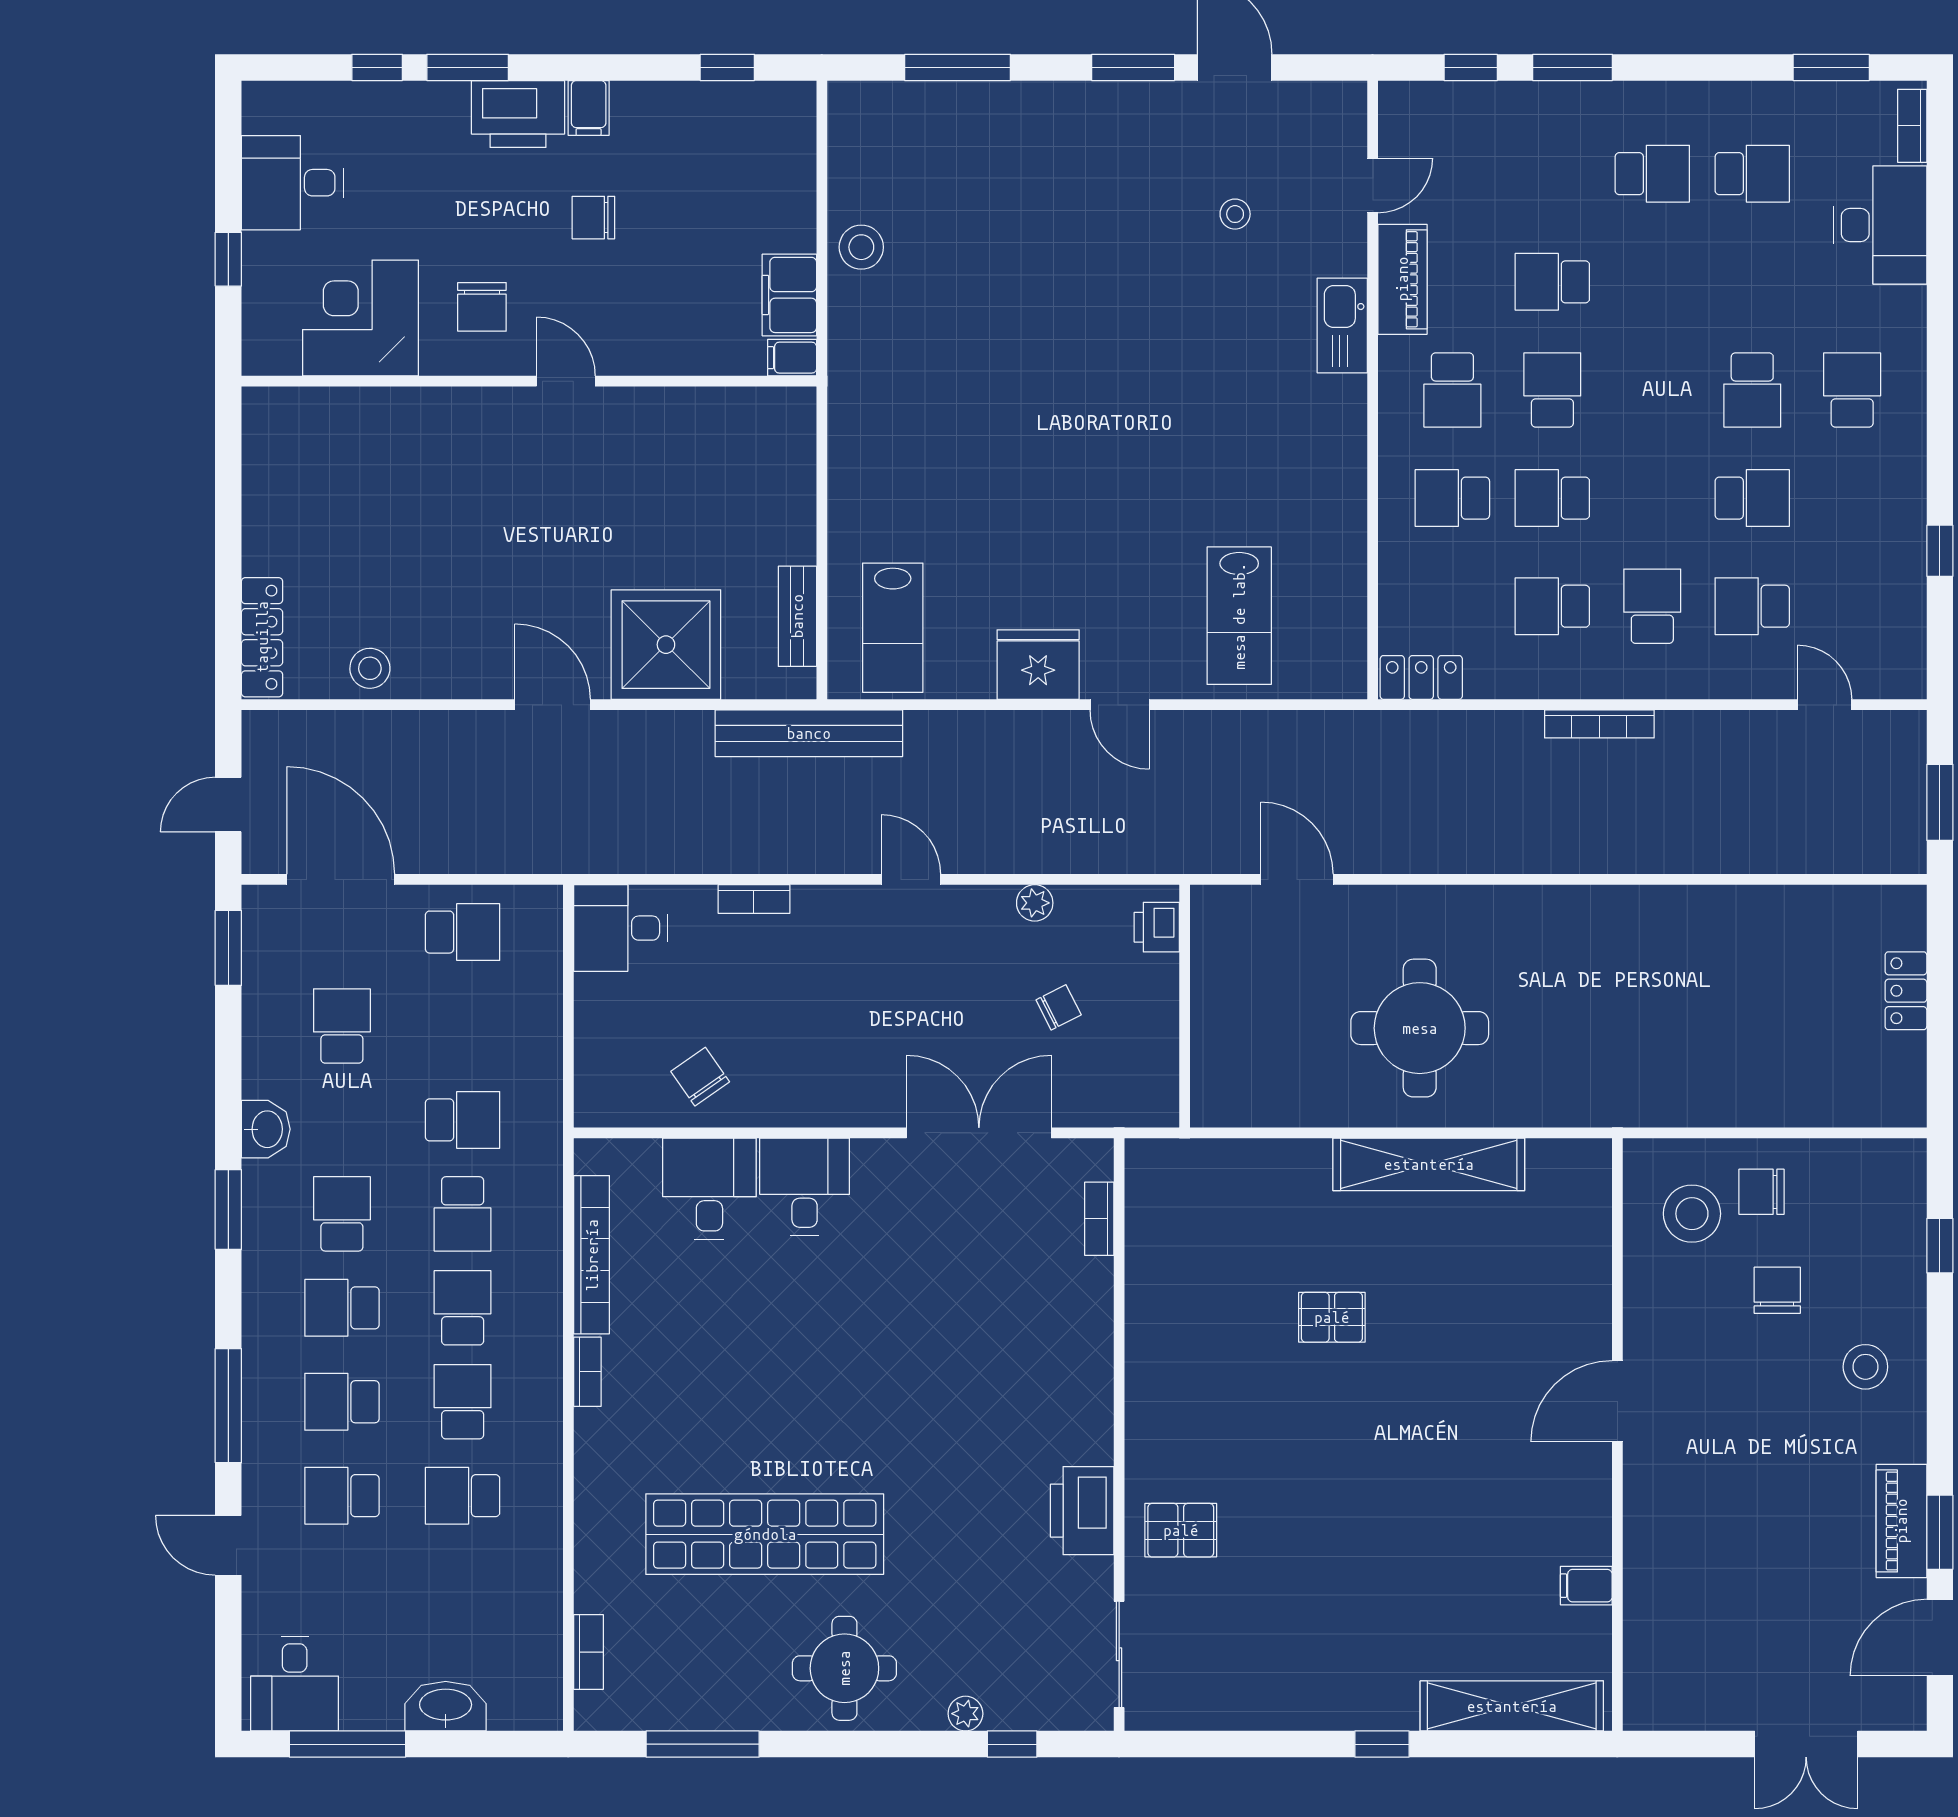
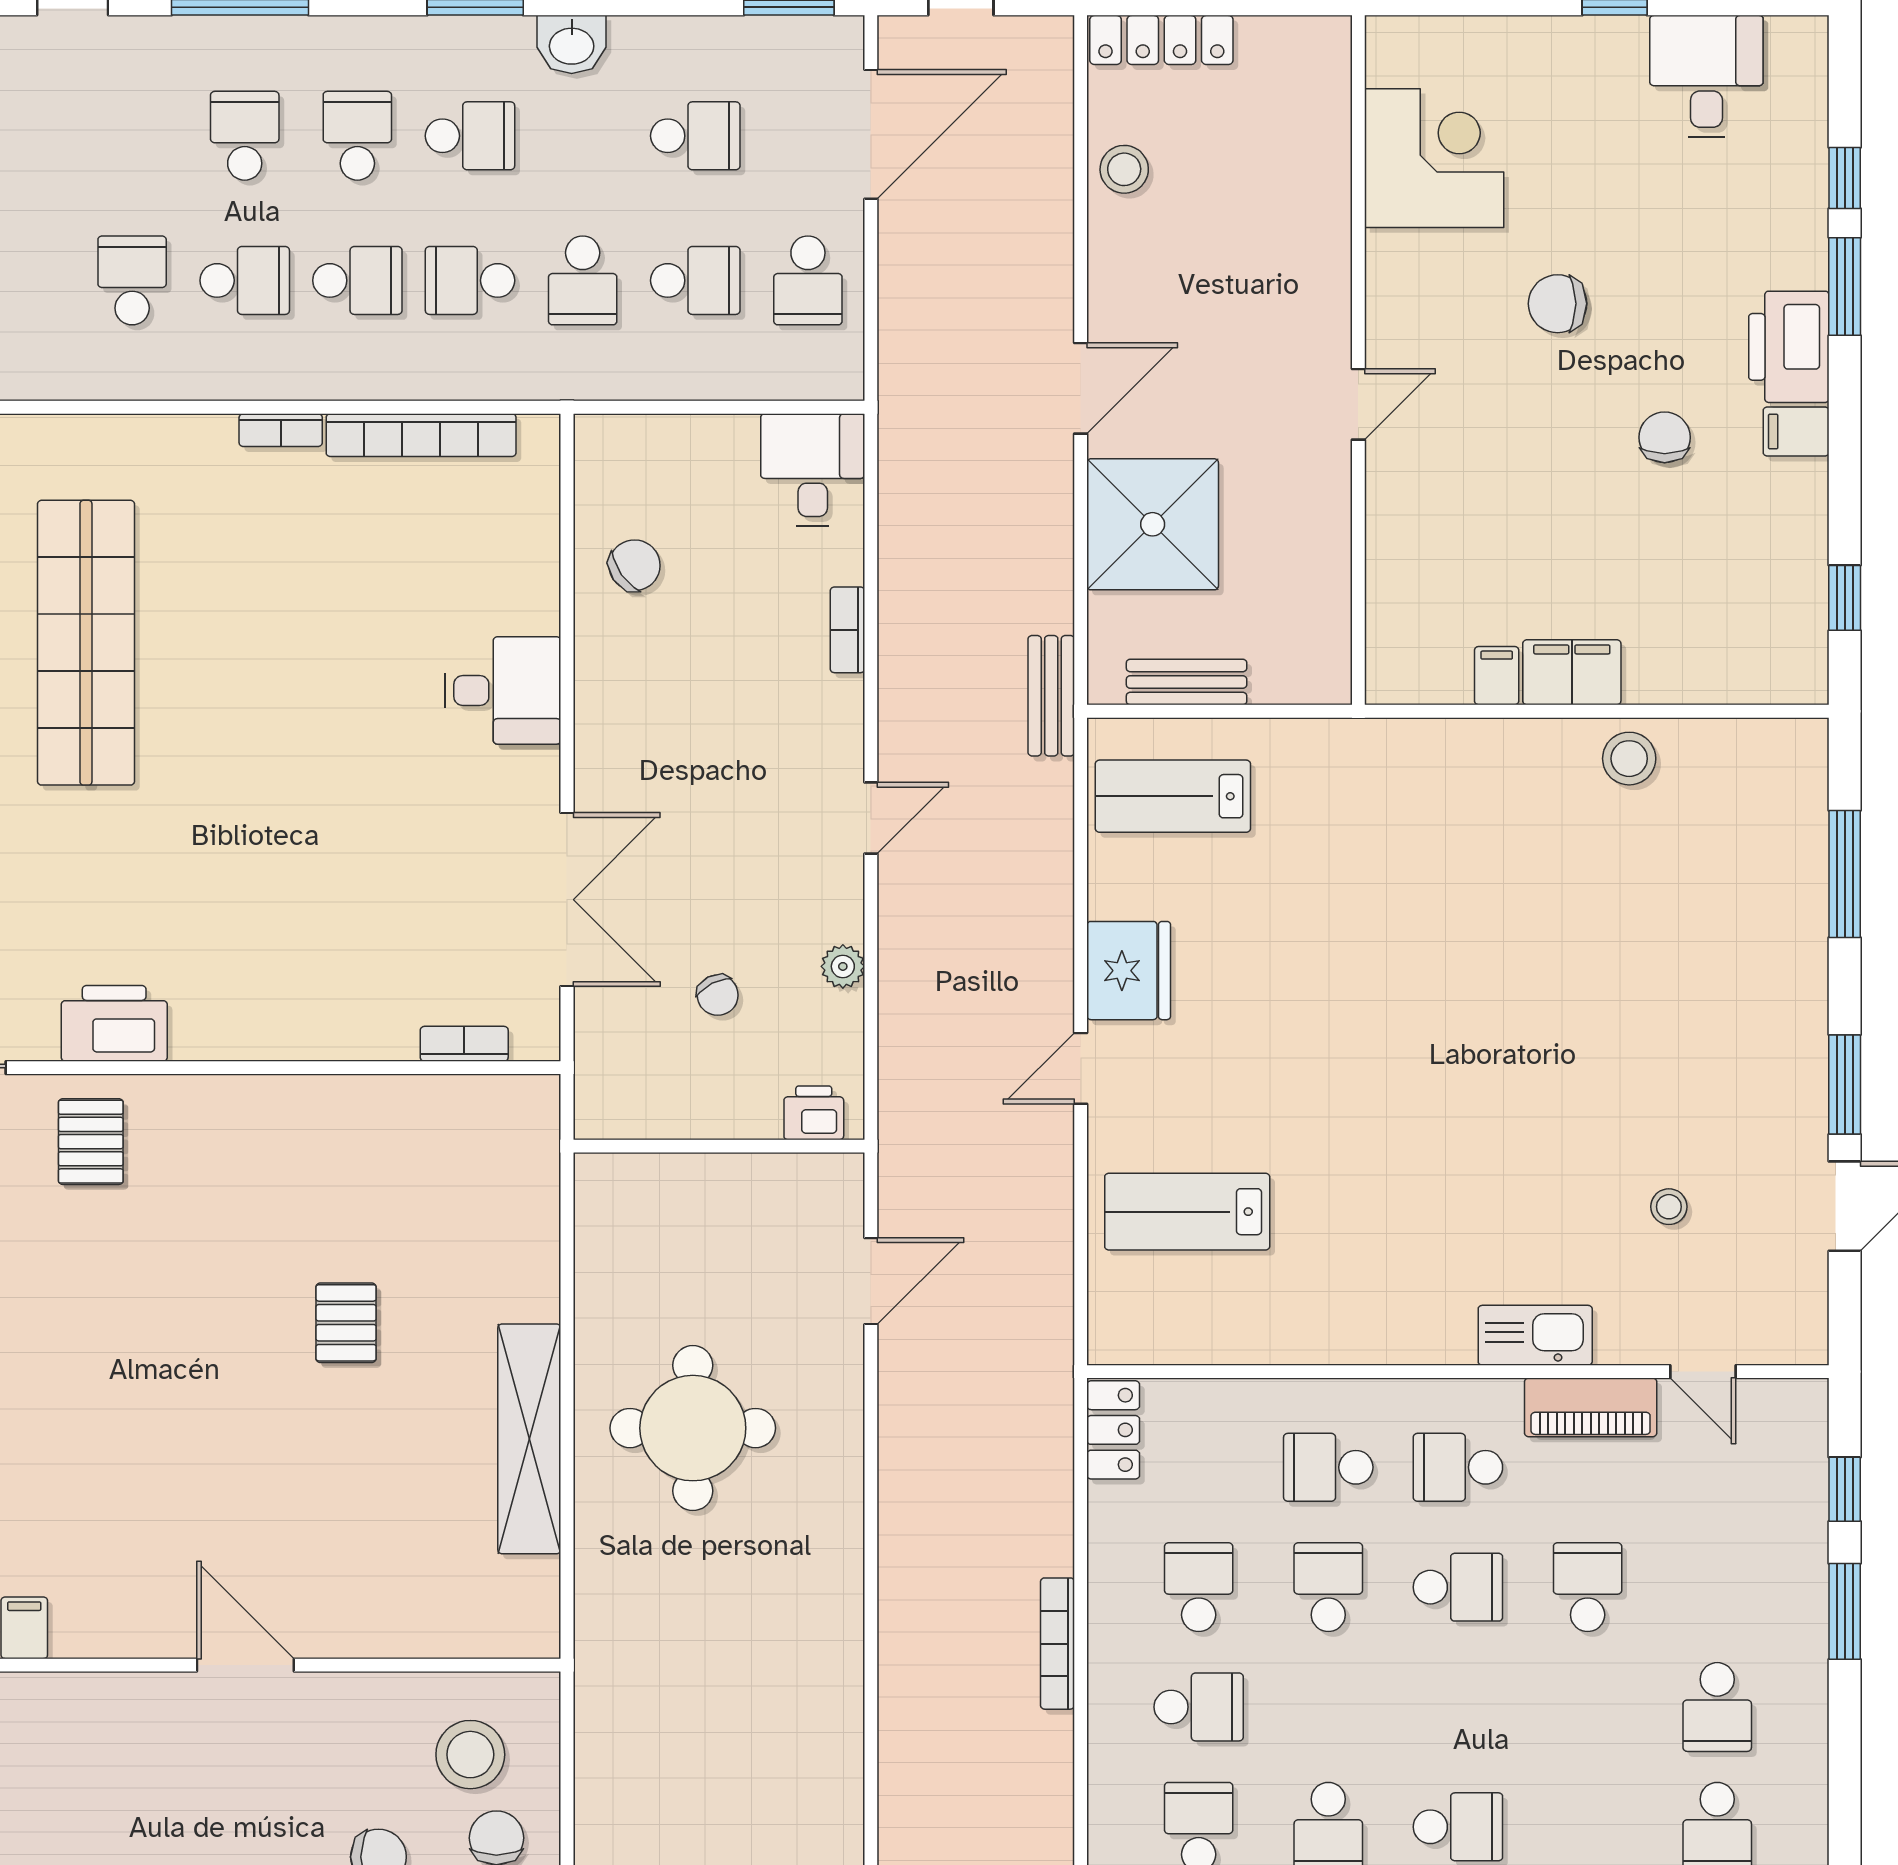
corner desk: (360, 318) -> (1434, 158), moved
wall: (529, 381) -> (1358, 360), moved
door: (566, 381) -> (1358, 404), moved
school desk: (1752, 390) -> (1458, 1827), turned 180
school desk: (1452, 498) -> (1328, 1467), turned -90
bench: (809, 733) -> (1051, 696), width x0.54, depth x0.82
desk: (709, 1189) -> (500, 576), removed
school desk: (342, 1496) -> (695, 280), moved, turned 90

